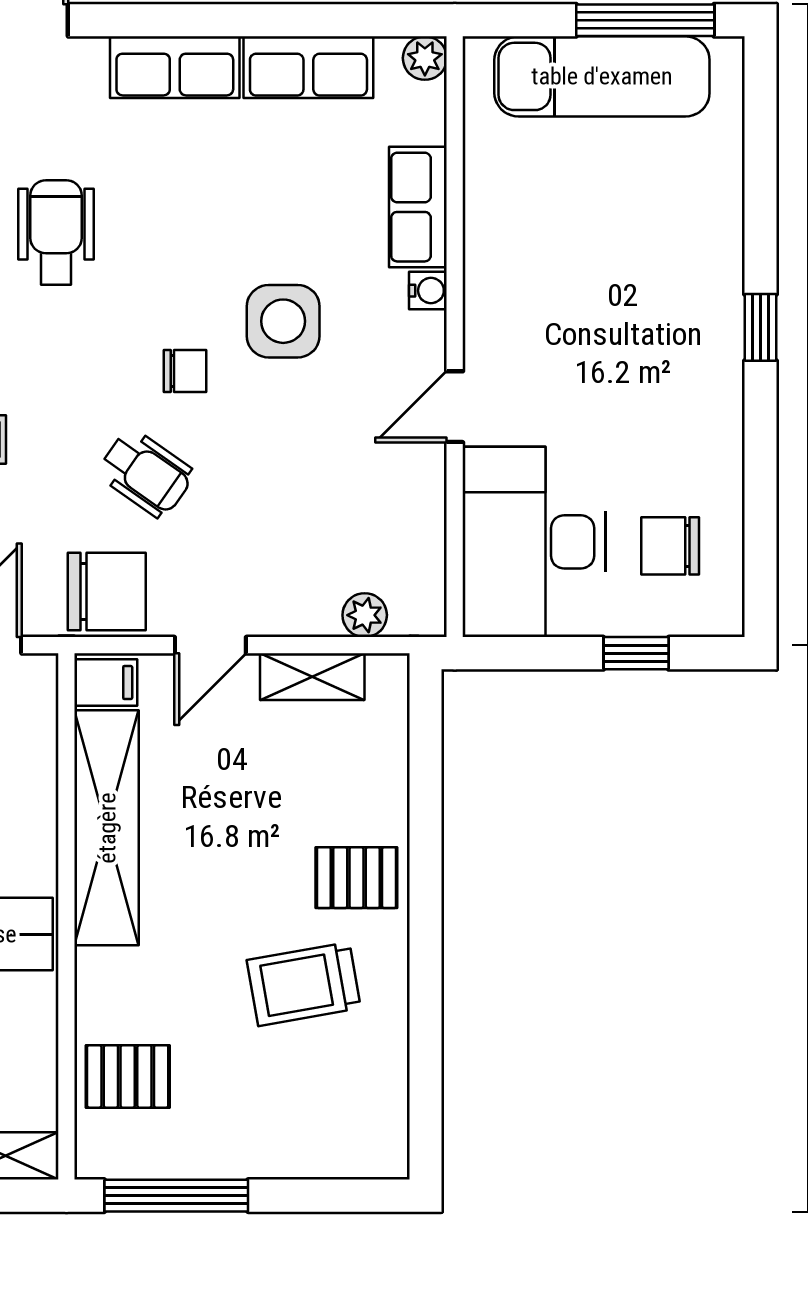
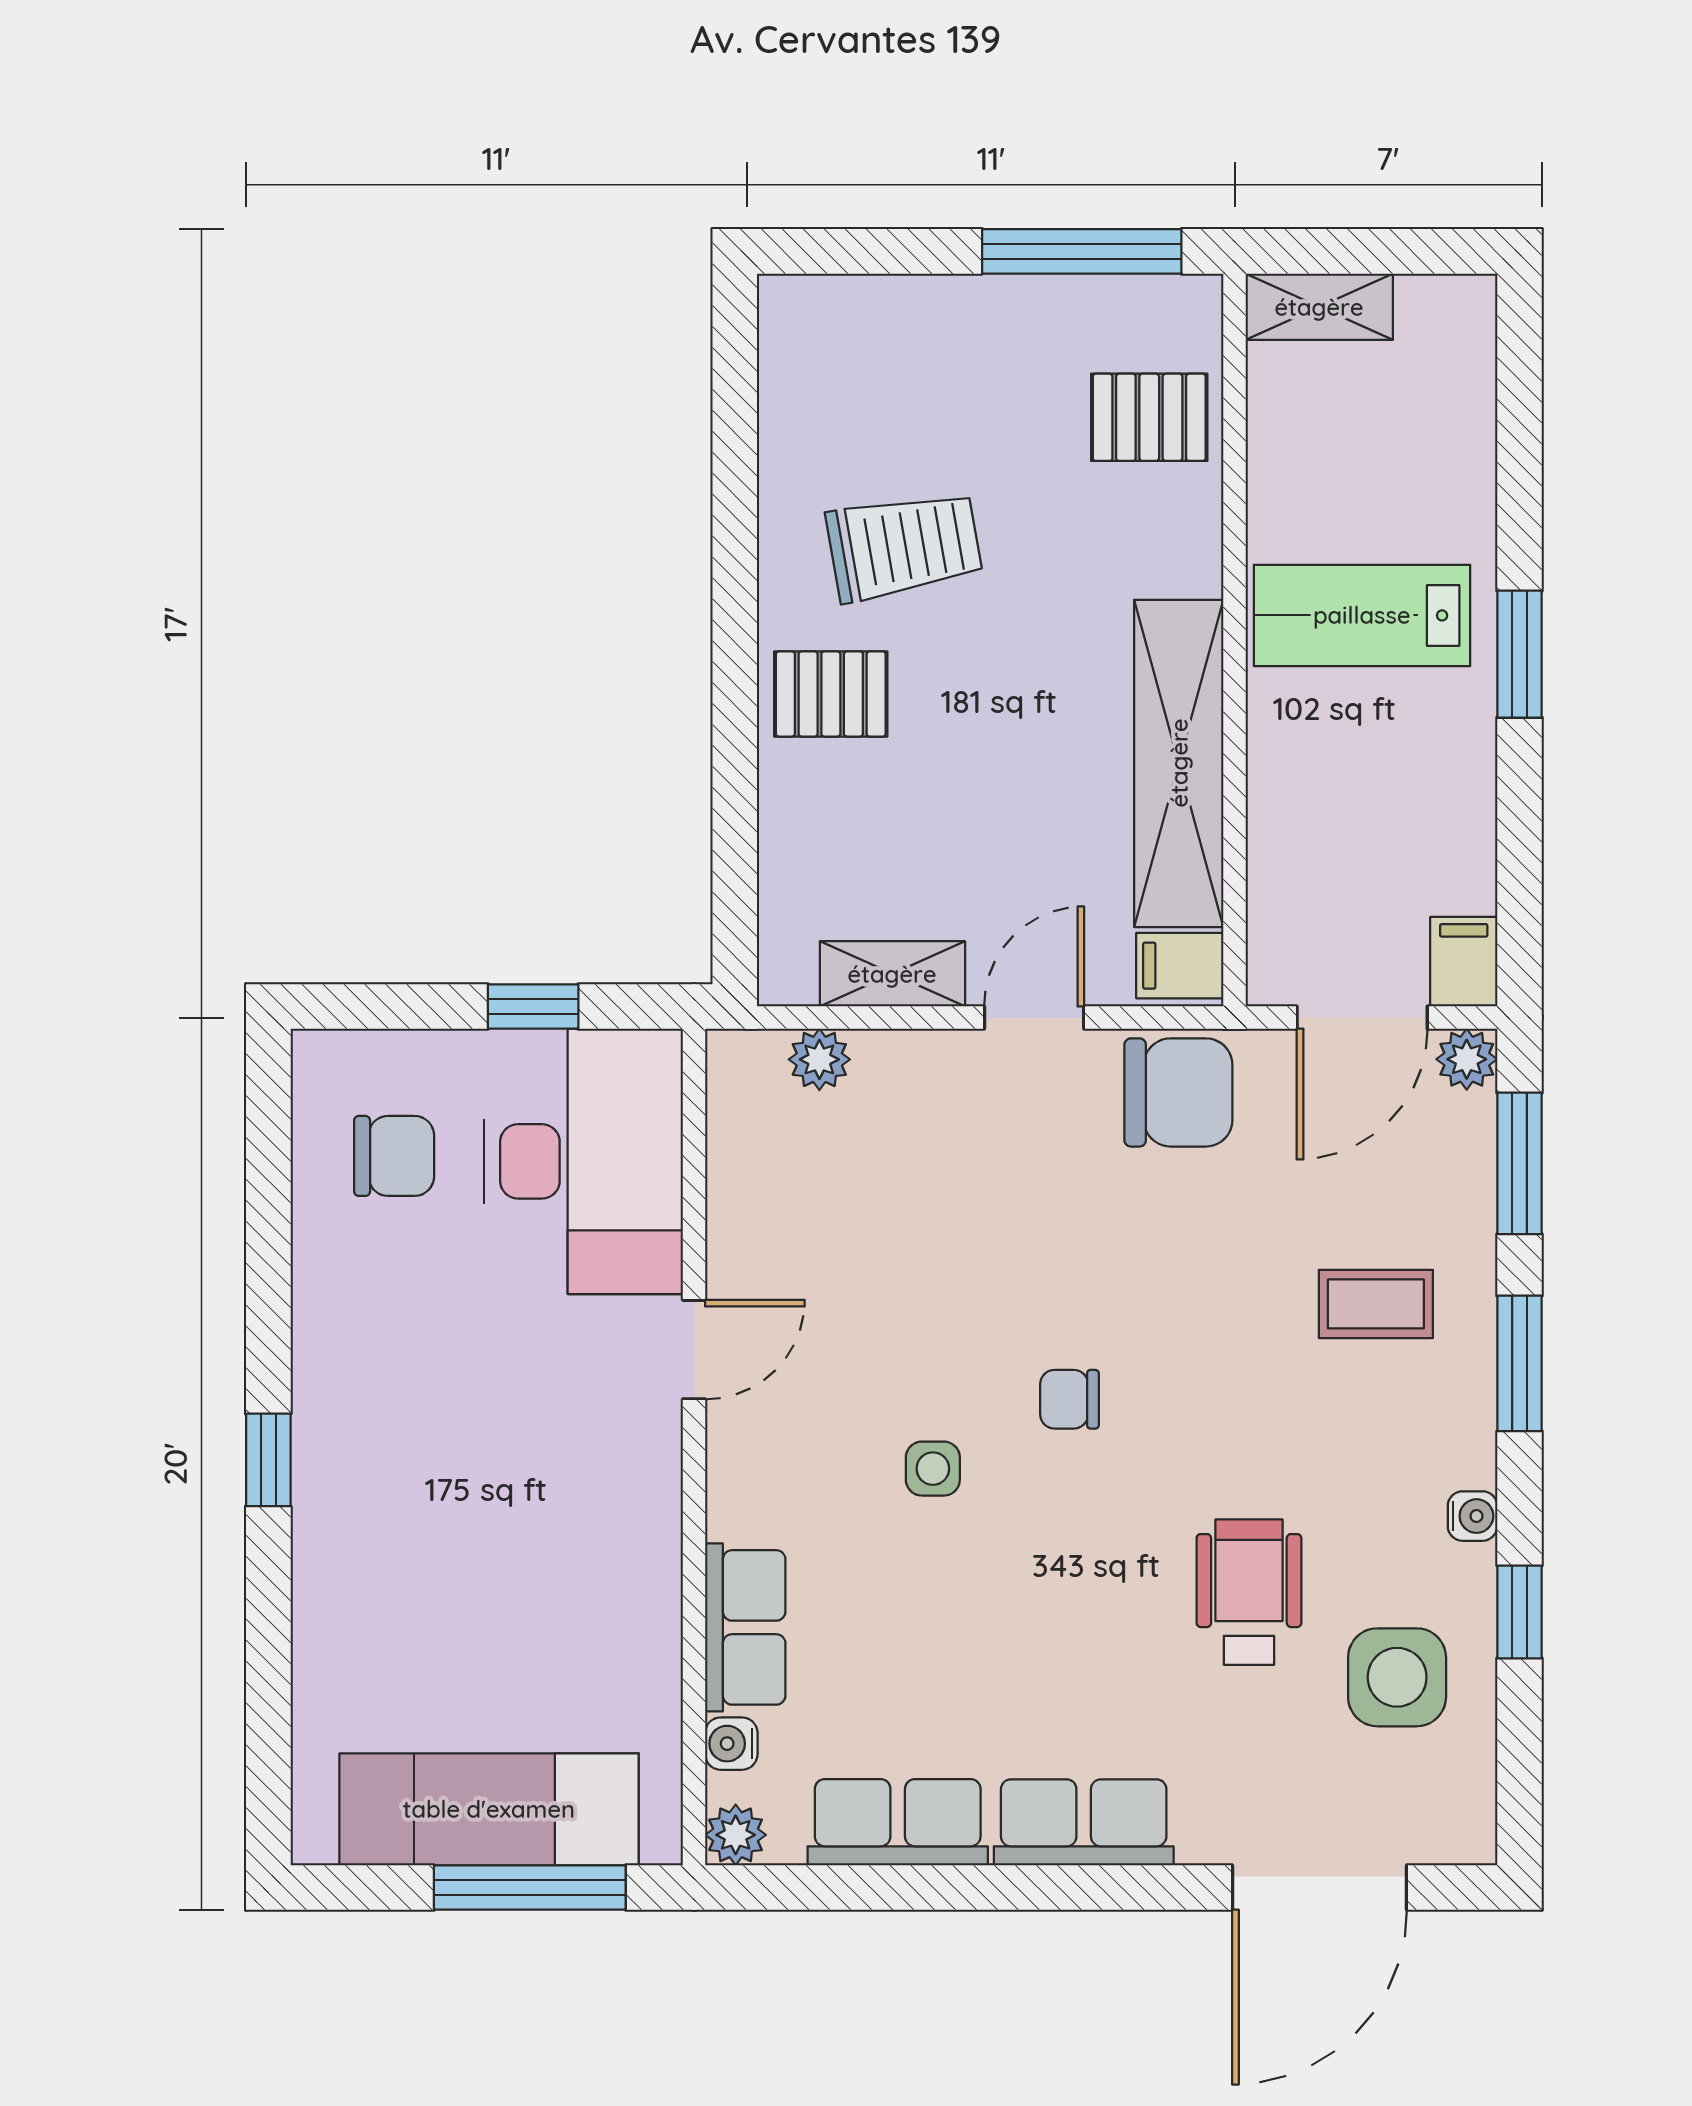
window: (645, 20) -> (530, 1887), moved
wheelchair: (56, 232) -> (1249, 1592), turned 180
water cooler: (428, 291) -> (731, 1744), moved
side table: (283, 321) -> (933, 1469), width x0.54, depth x0.54
wheelchair: (146, 473) -> (1124, 1257), removed
chair: (107, 591) -> (1178, 1092), turned 180
window: (636, 653) -> (533, 1006), moved

